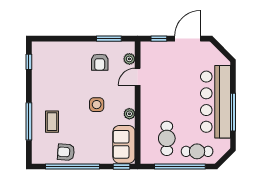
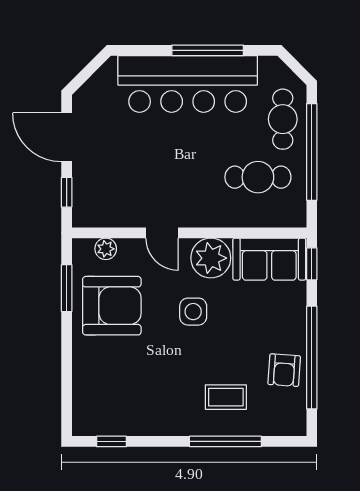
armchair: (100, 62) -> (112, 306), width x1.88, depth x1.88
door: (138, 77) -> (162, 233), moved
plant: (129, 114) -> (211, 258), width x1.87, depth x1.87

